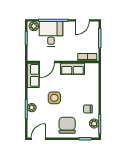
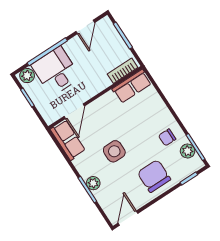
row of seats: (72, 69) -> (132, 86), moved

